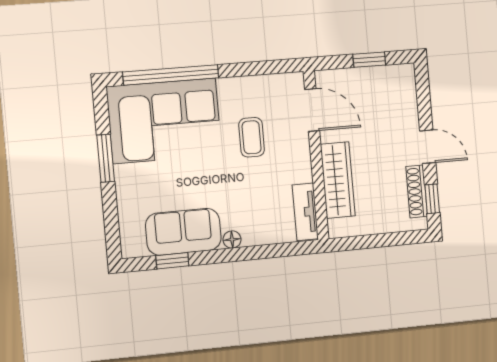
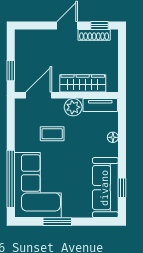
window: (369, 60) -> (11, 71), moved
plant: (298, 168) -> (73, 107), added
sofa: (183, 232) -> (105, 188), width x1.36
floor lamp: (232, 240) -> (113, 137), moved

